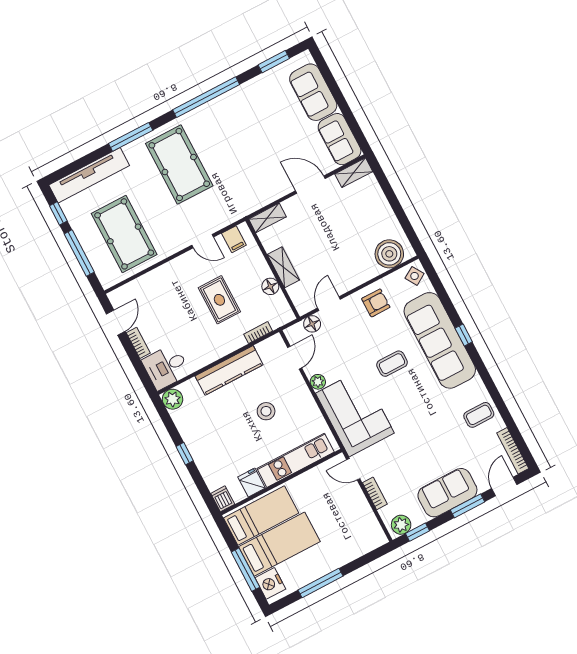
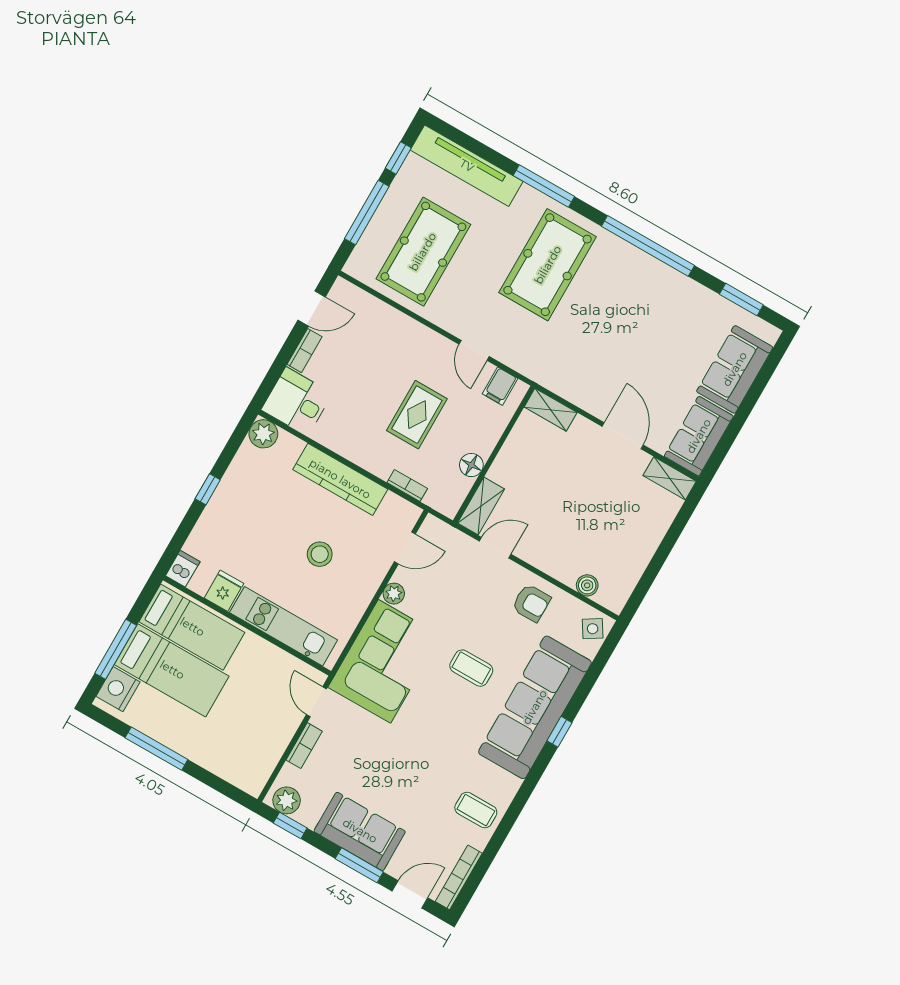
boiler: (389, 254) -> (587, 585), width x0.54, depth x0.54
shelving: (283, 267) -> (481, 506), moved
floor lamp: (312, 324) -> (458, 543), removed

